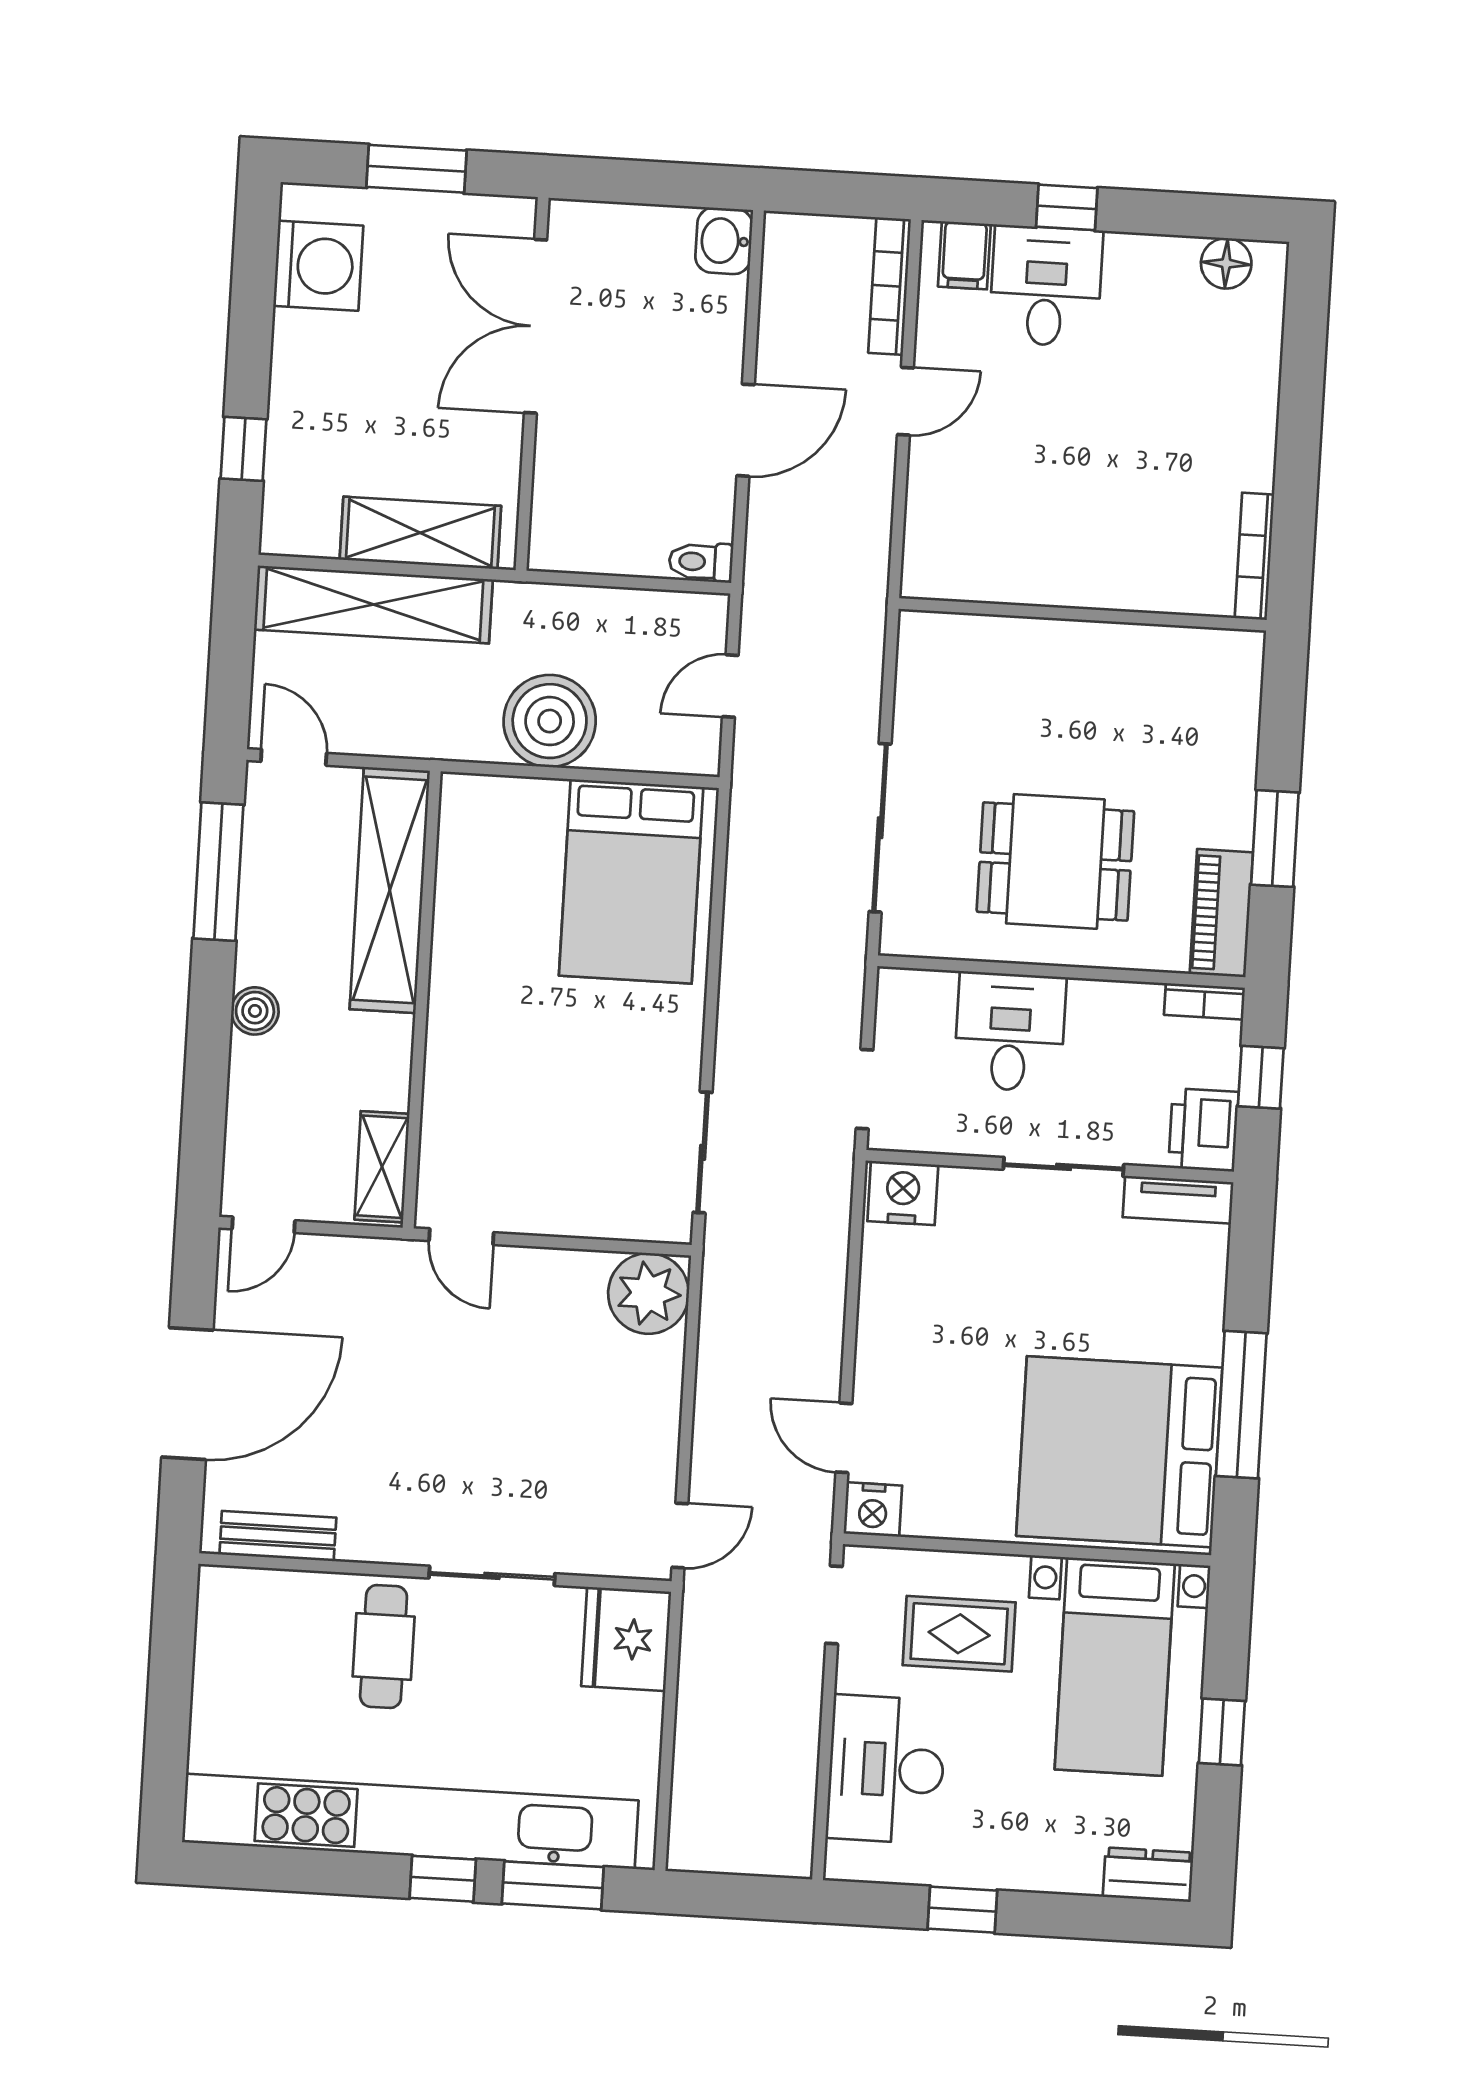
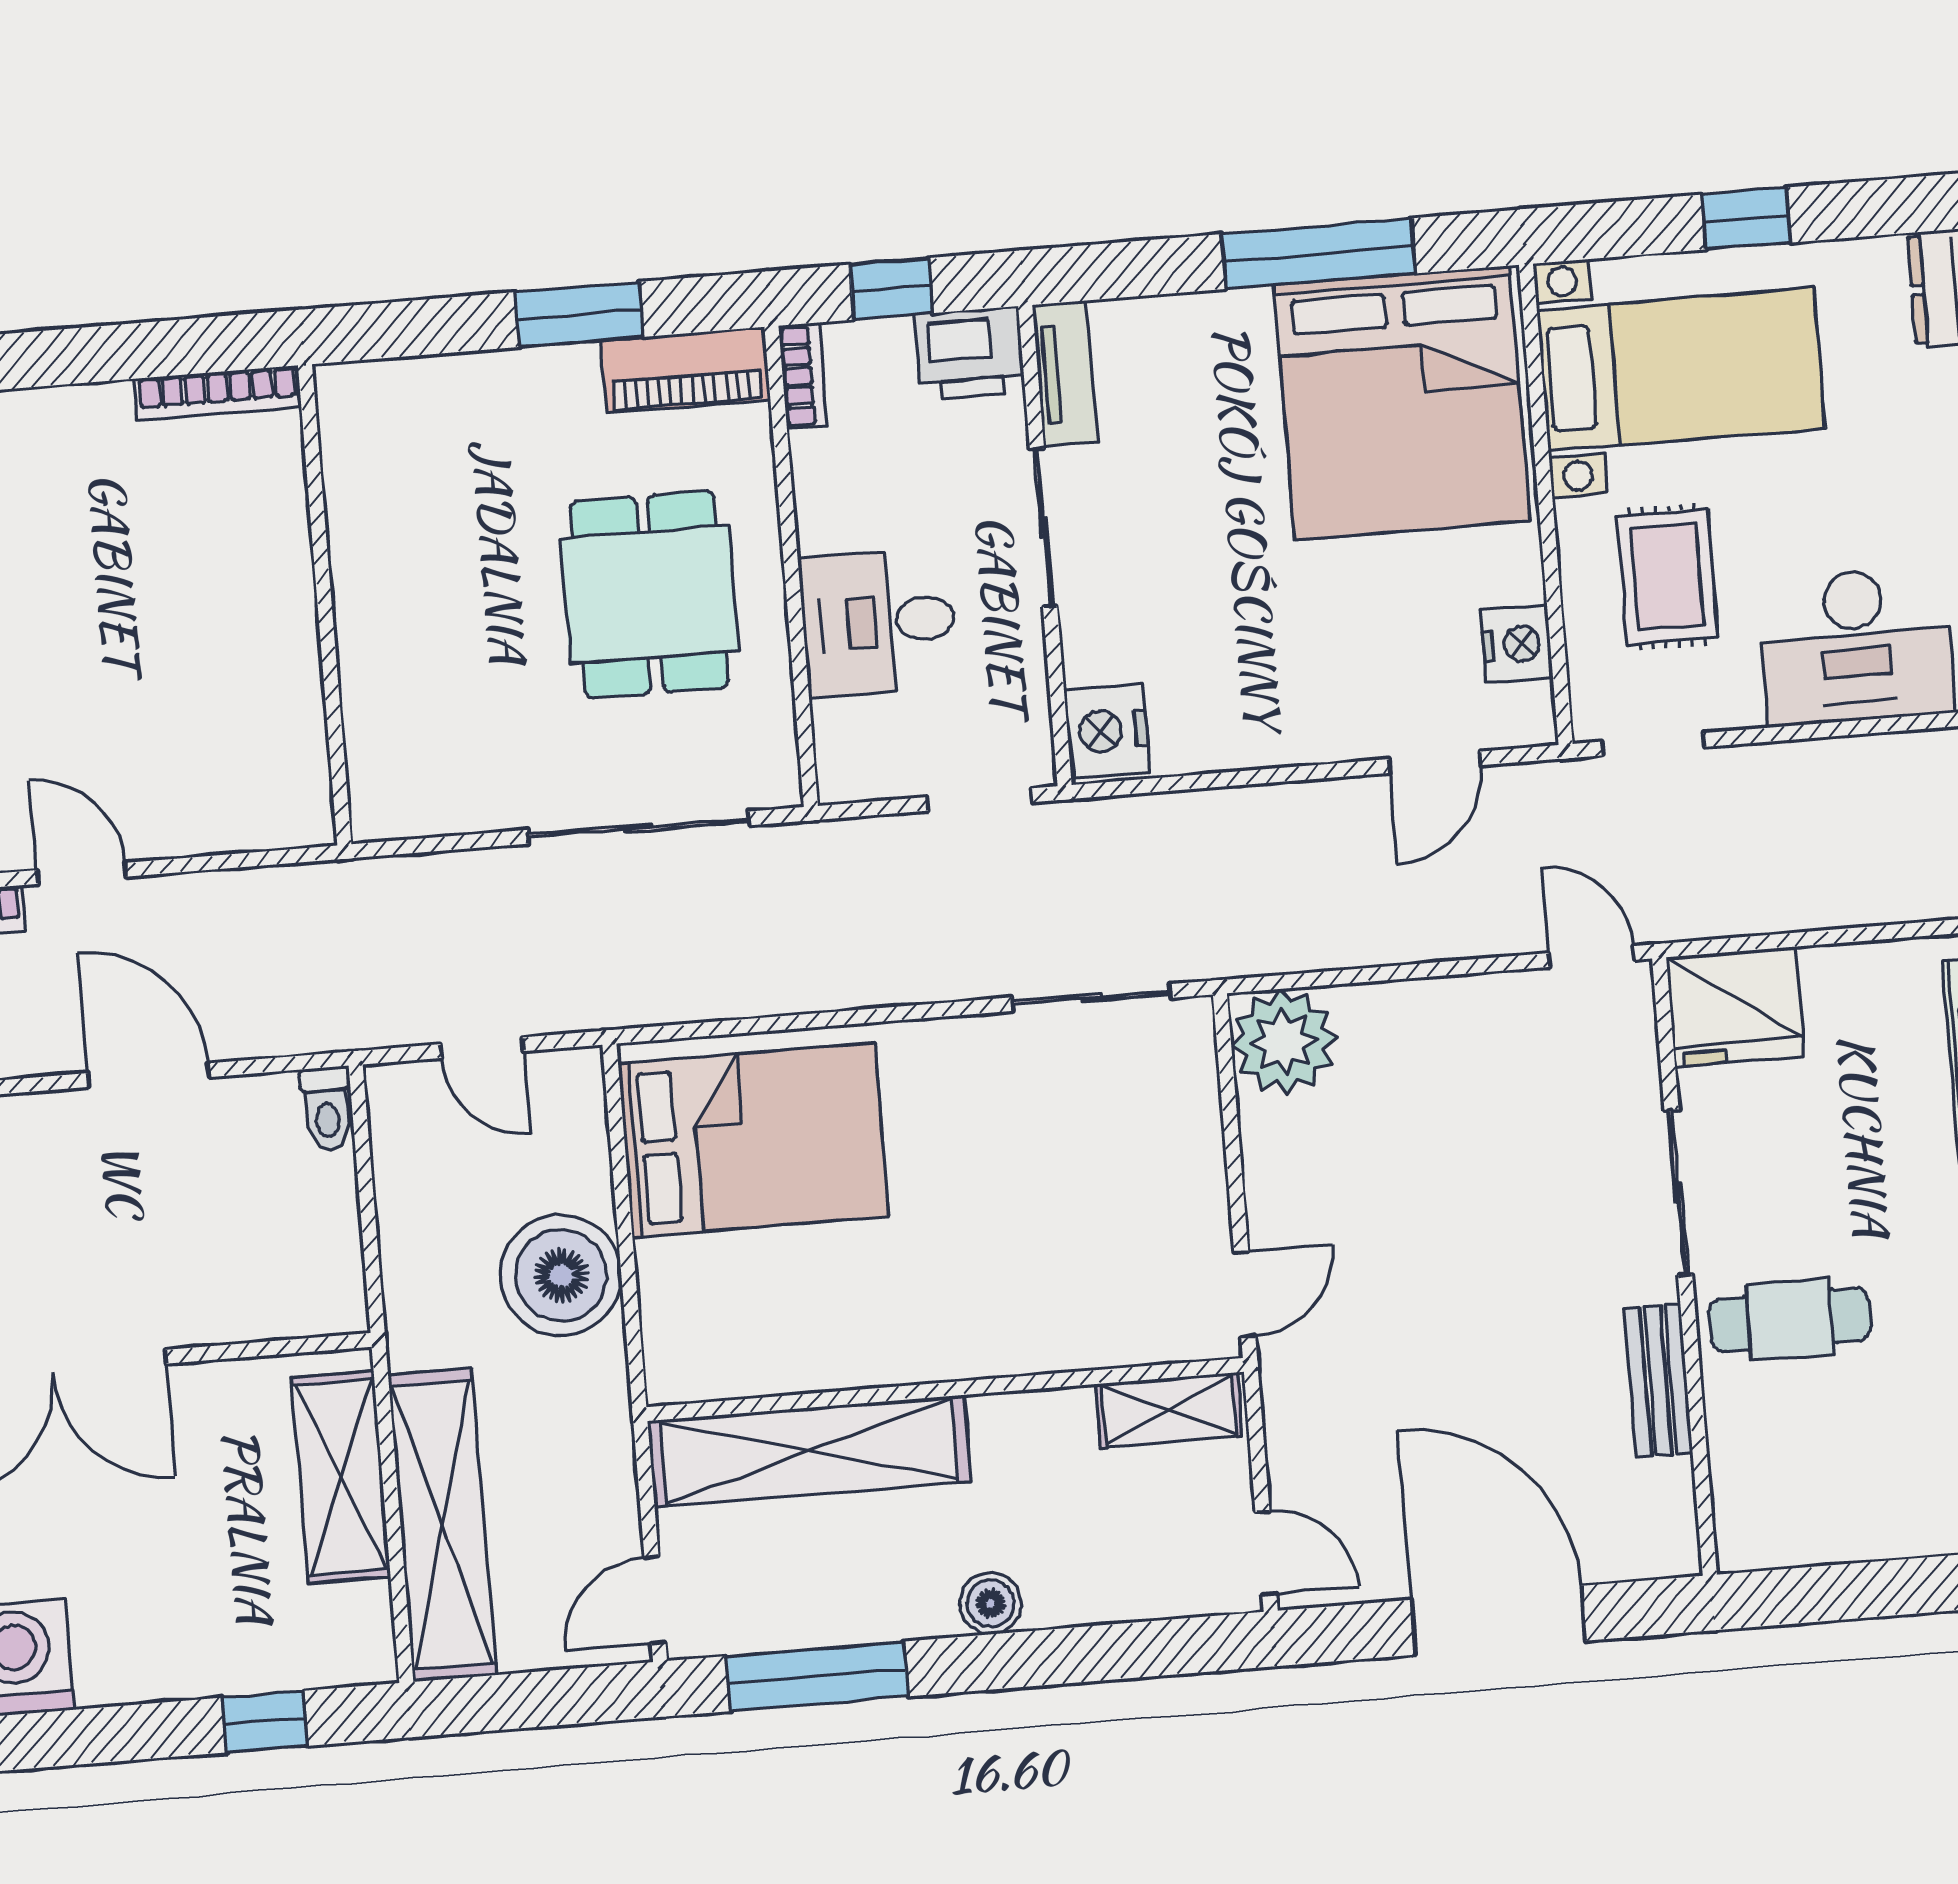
nightstand: (873, 1509) -> (1517, 644), moved
bench: (278, 1536) -> (1658, 1381), moved

